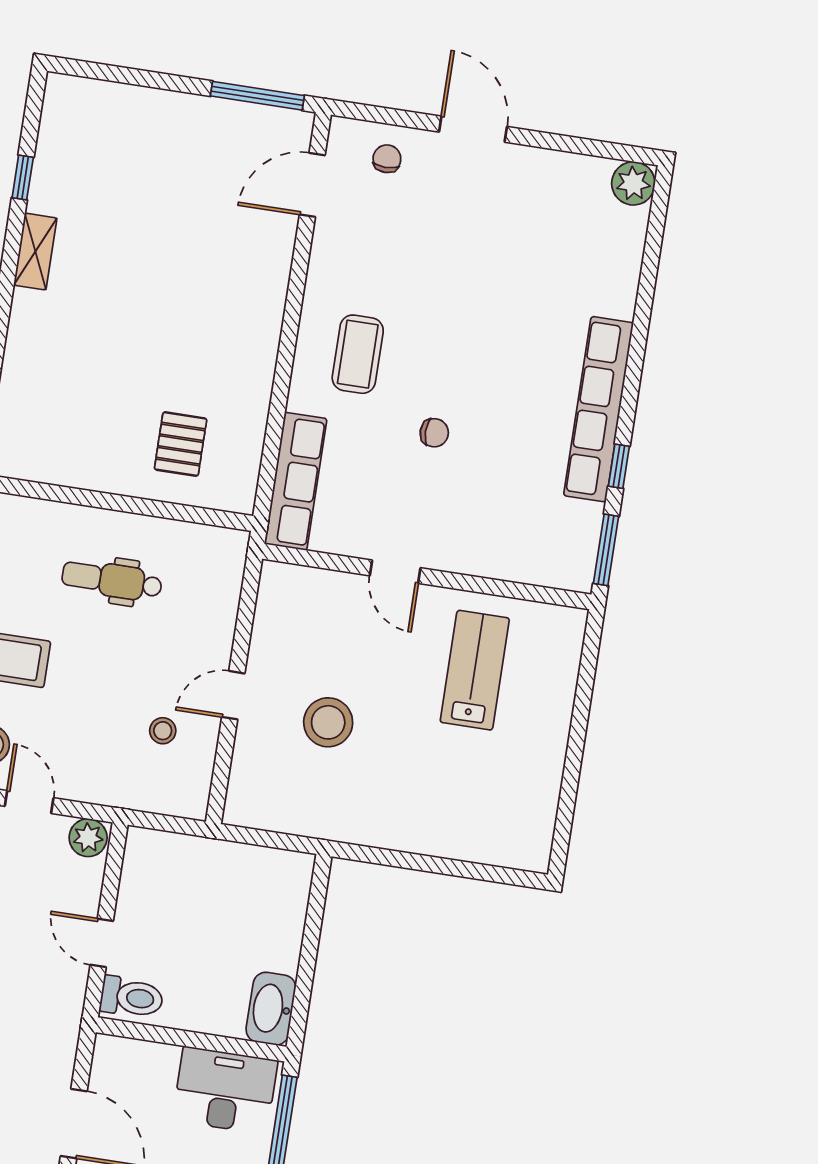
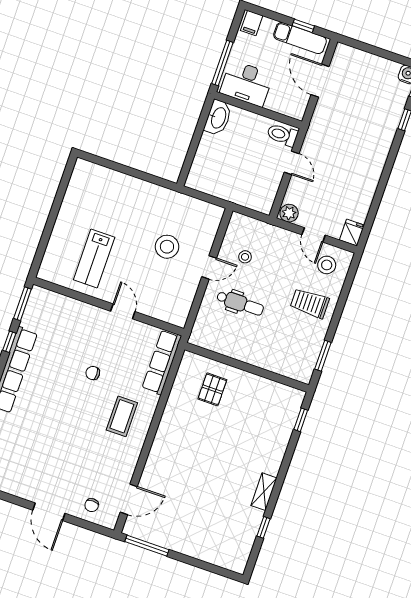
dental chair: (112, 580) -> (240, 303), moved

